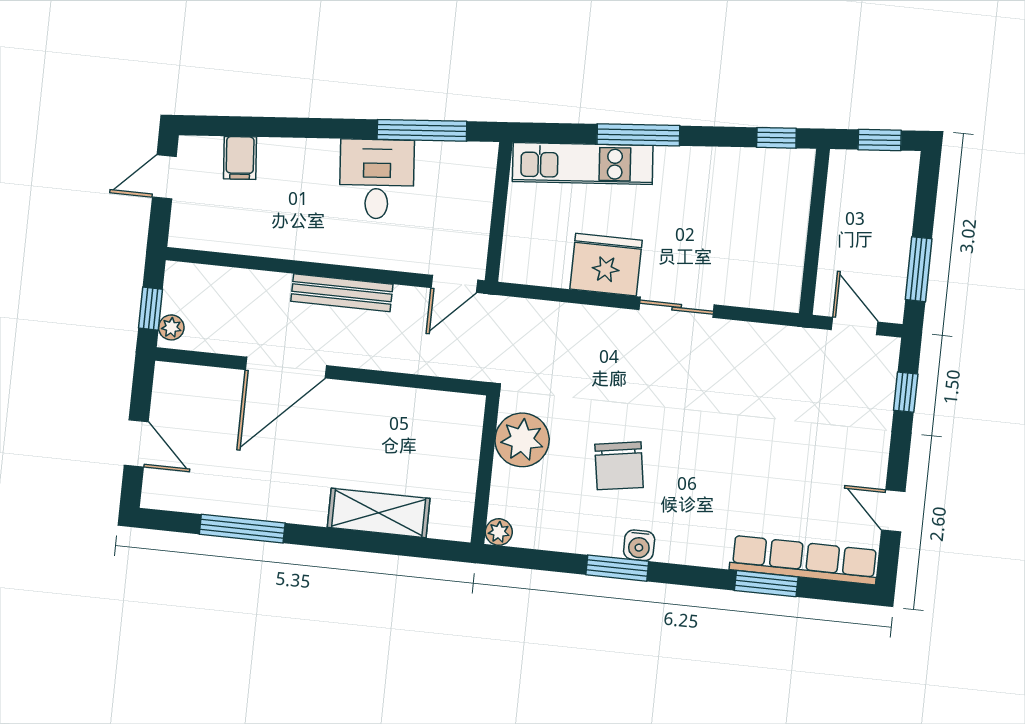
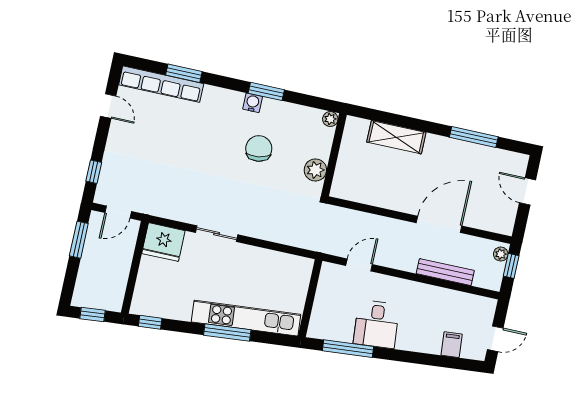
kitchen unit: (583, 163) -> (246, 318), width x1.36
fridge: (606, 265) -> (163, 242), moved
door: (454, 284) -> (359, 265), moved
bench: (342, 293) -> (445, 272), moved
door: (855, 326) -> (118, 212), hinge flipped
plant: (522, 440) -> (315, 170), width x0.73, depth x0.73

